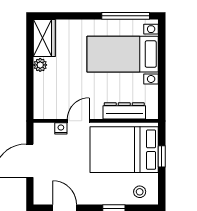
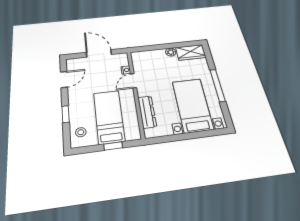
window: (126, 16) -> (217, 85), moved
door: (78, 121) -> (133, 81), swing flipped
bed: (124, 150) -> (109, 117), width x0.67

